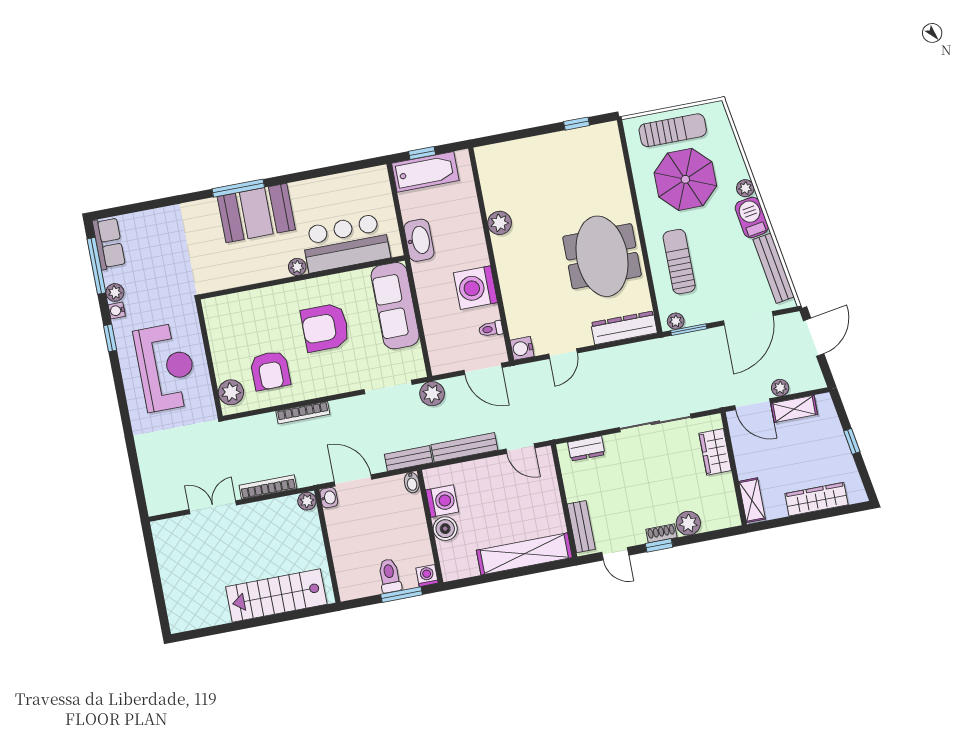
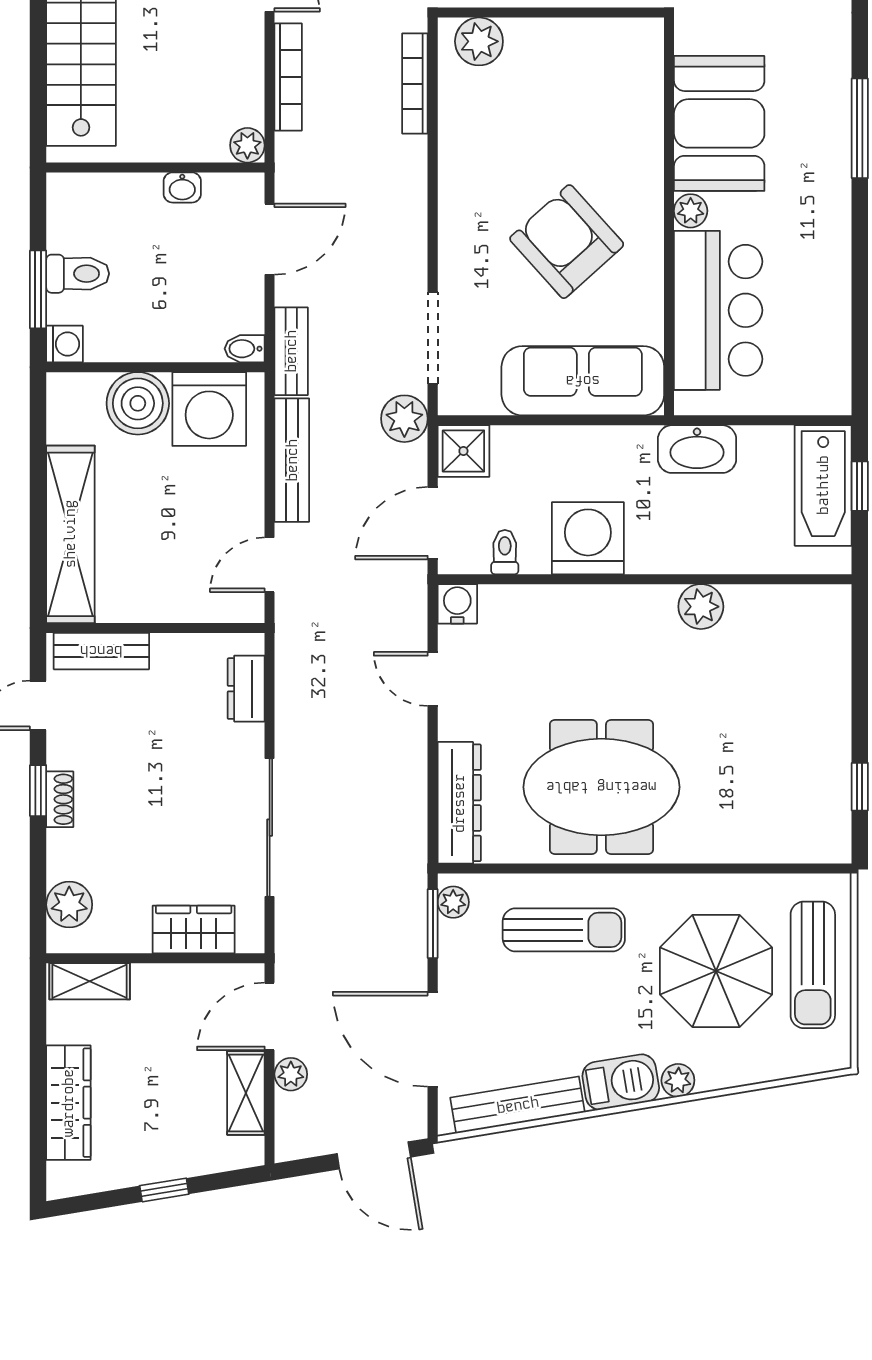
booth: (256, 213) -> (719, 123), moved
armchair: (325, 328) -> (567, 242), turned -42
shower: (443, 360) -> (463, 451), added
armchair: (270, 371) -> (506, 123), removed
bookcase: (303, 413) -> (415, 84), moved
washbasin: (329, 498) -> (182, 187), moved
washing machine: (442, 501) -> (209, 409), width x1.37, depth x1.37
plant: (688, 523) -> (69, 905), moved
boiler: (445, 529) -> (138, 403), width x1.37, depth x1.37

